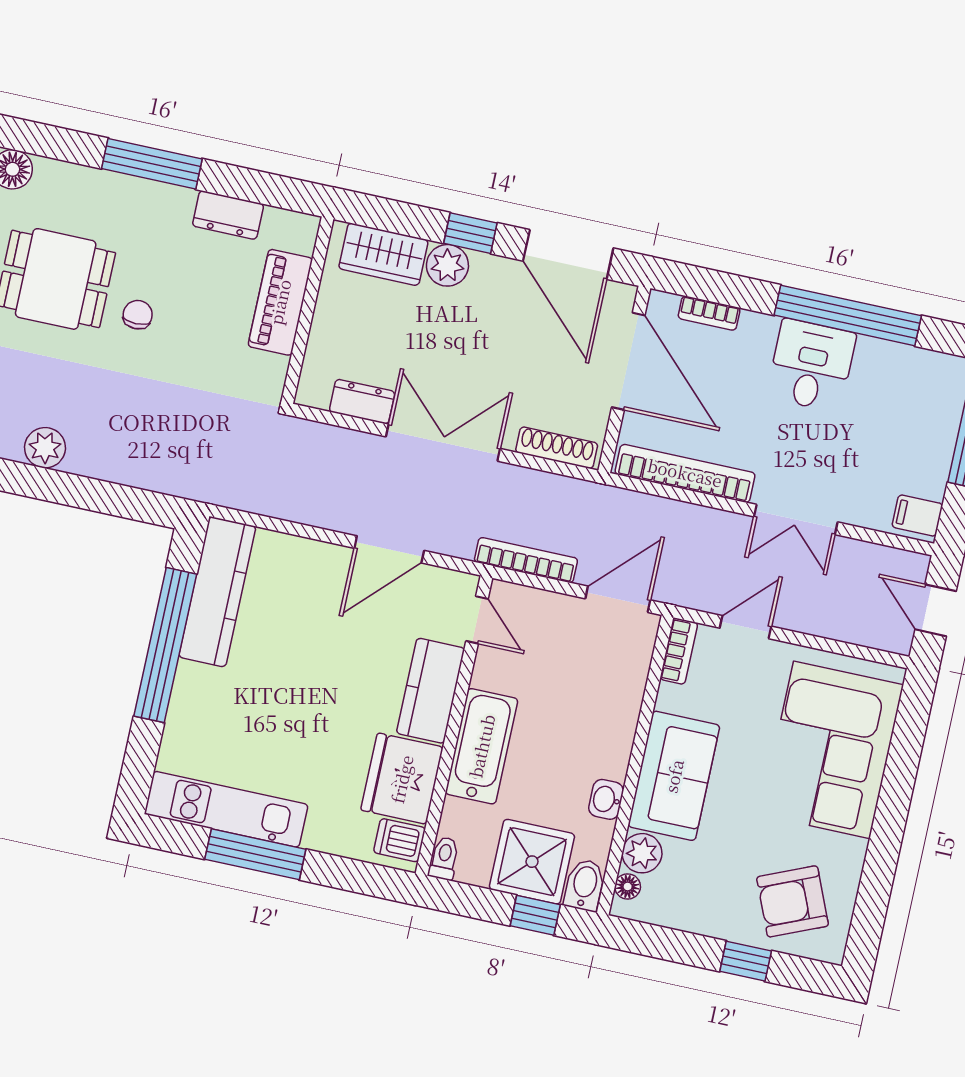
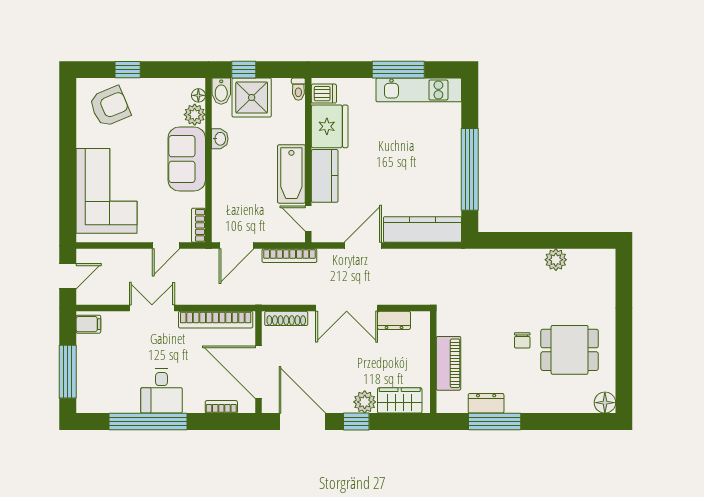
window: (152, 164) -> (495, 422), moved
kitchen counter: (217, 592) -> (423, 229), moved, turned 90
door: (936, 610) -> (68, 276), hinge flipped
bathtub: (482, 746) -> (291, 174), moved

